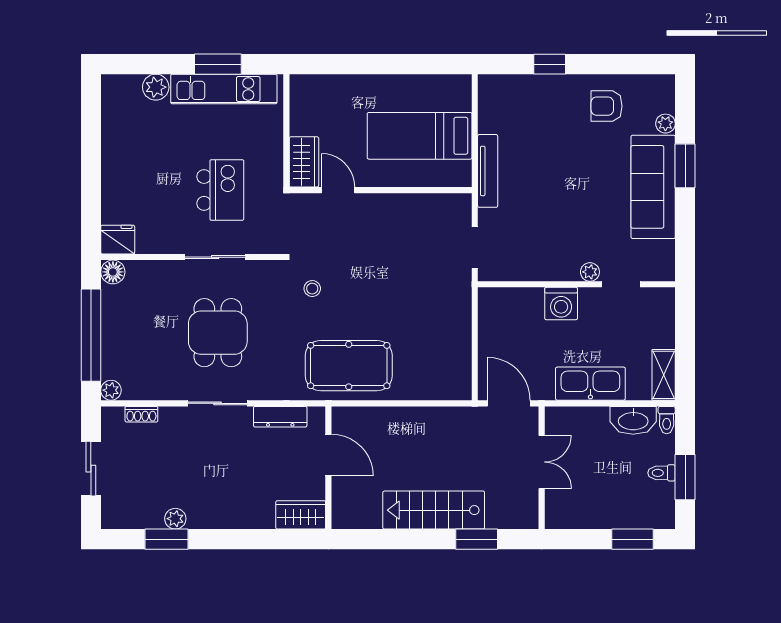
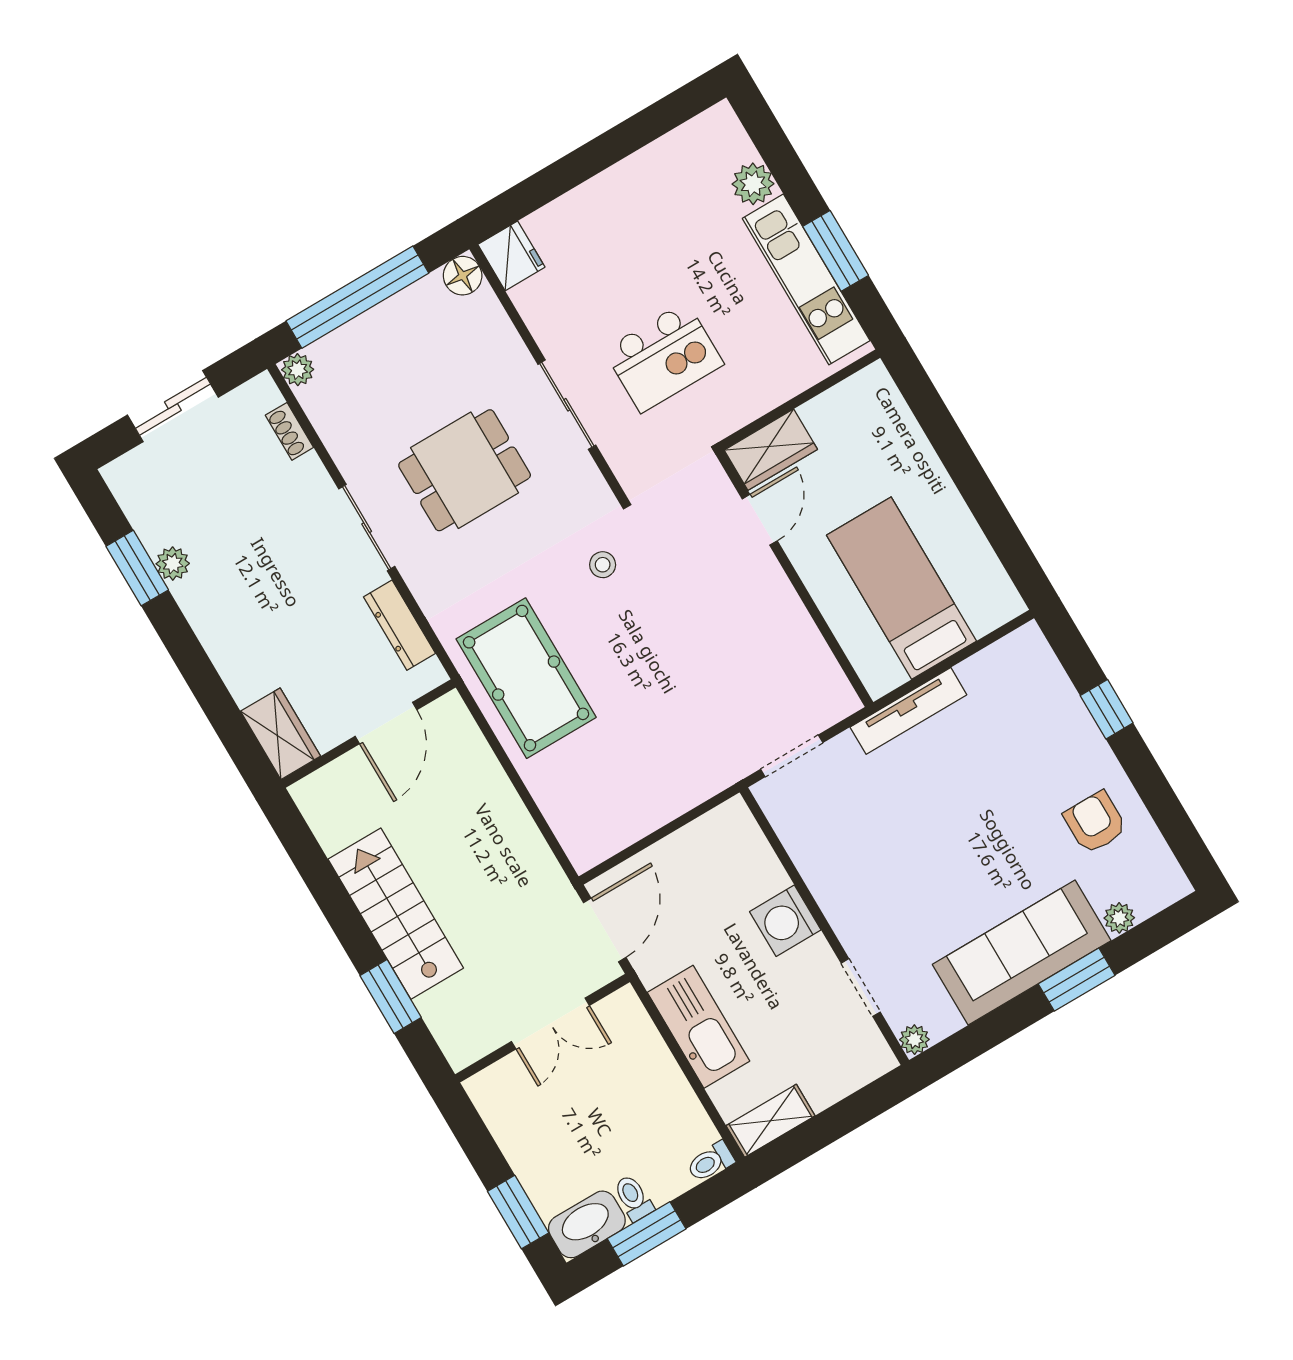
plant: (590, 272) -> (914, 1040), moved
washbasin: (633, 420) -> (587, 1224), moved, turned 90

